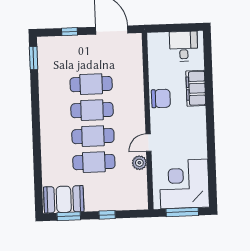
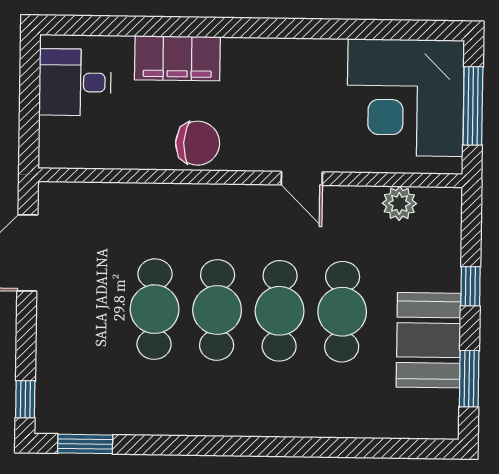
window: (69, 32) -> (25, 399), moved
chair: (161, 98) -> (198, 143), turned 92
plant: (139, 163) -> (399, 203), moved
booth: (64, 199) -> (429, 340), moved

